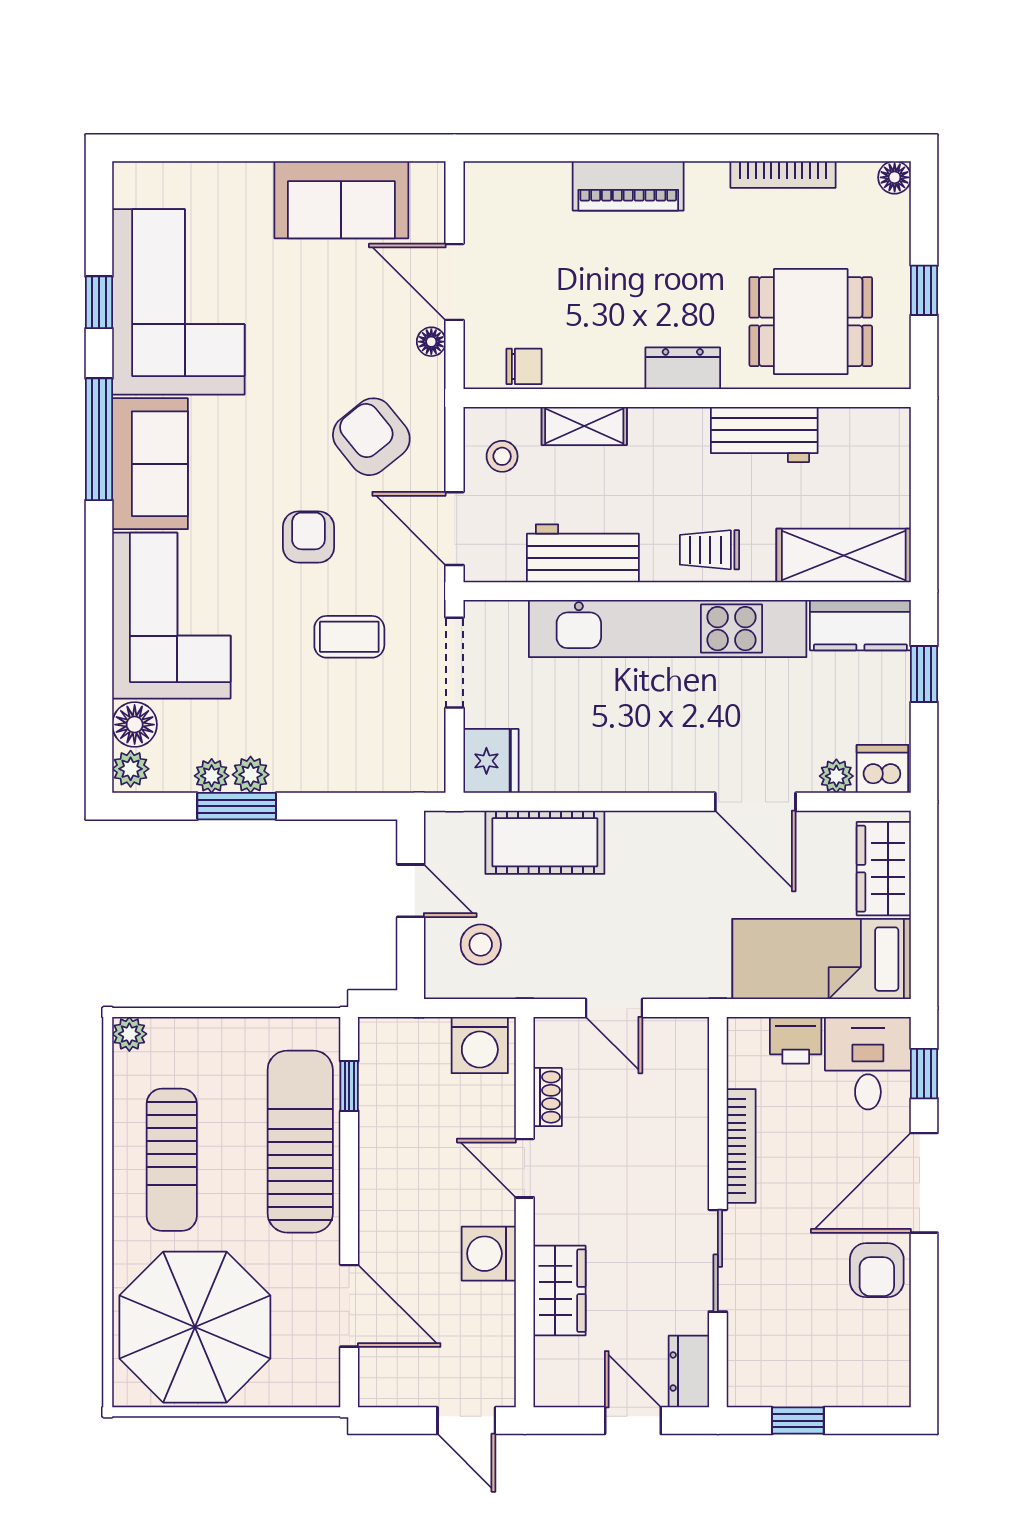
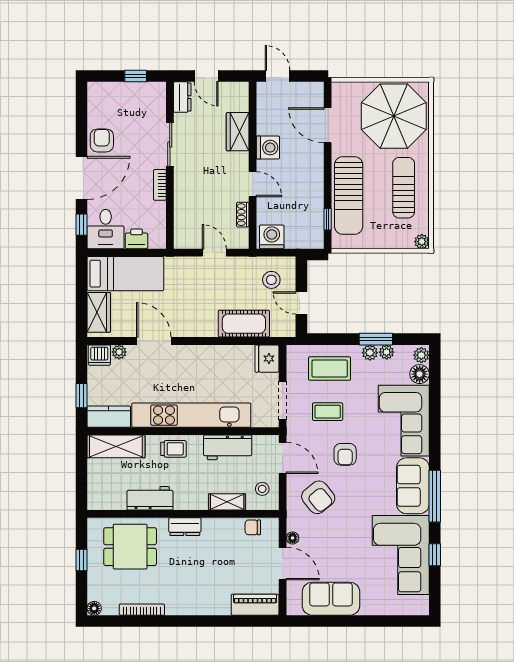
piano: (628, 186) -> (255, 605), moved
coffee table: (345, 737) -> (330, 369), added
bookcase: (741, 1146) -> (160, 185), width x0.64

